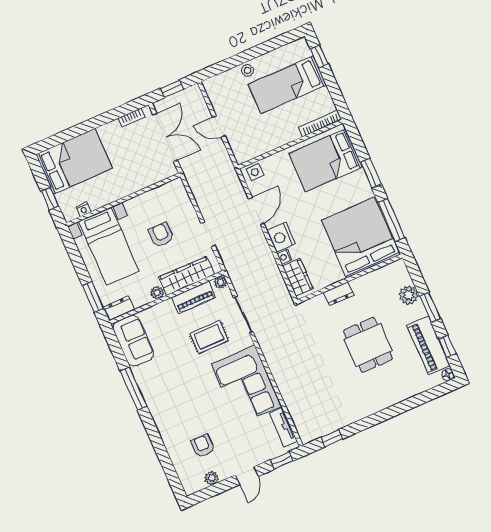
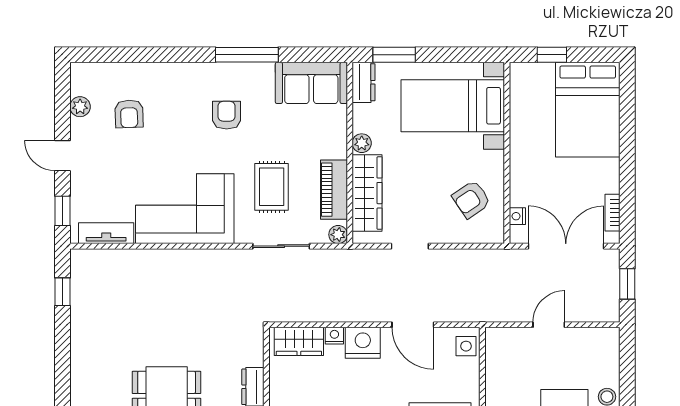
double door: (165, 137) -> (566, 246), swing flipped
nightstand: (83, 209) -> (517, 216), moved
armchair: (161, 235) -> (471, 199), moved, turned 146
armchair: (177, 385) -> (227, 115), added
armchair: (203, 446) -> (129, 114), turned 88

